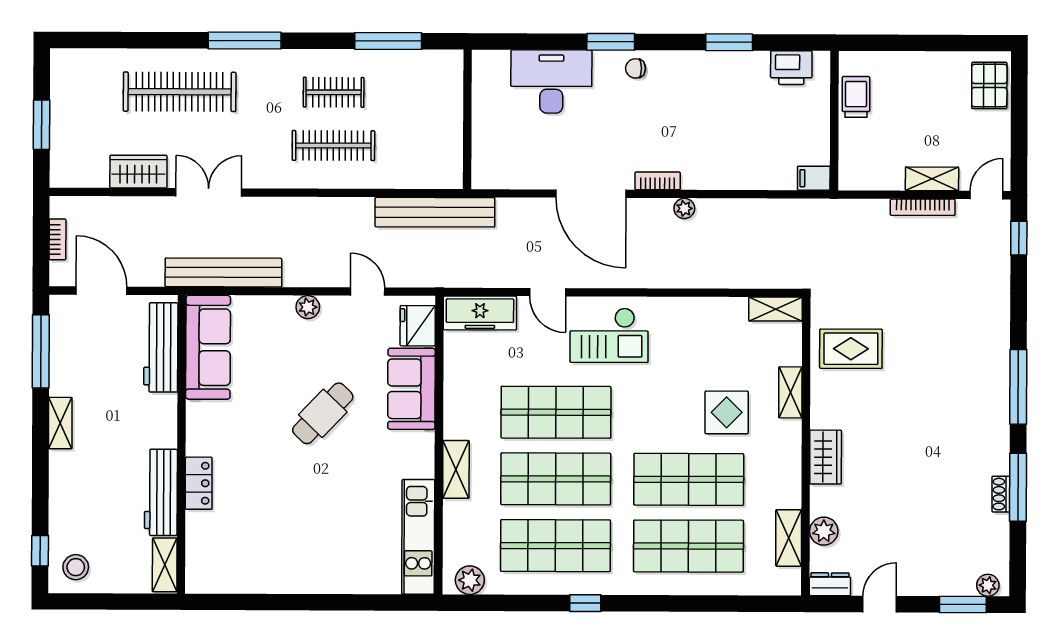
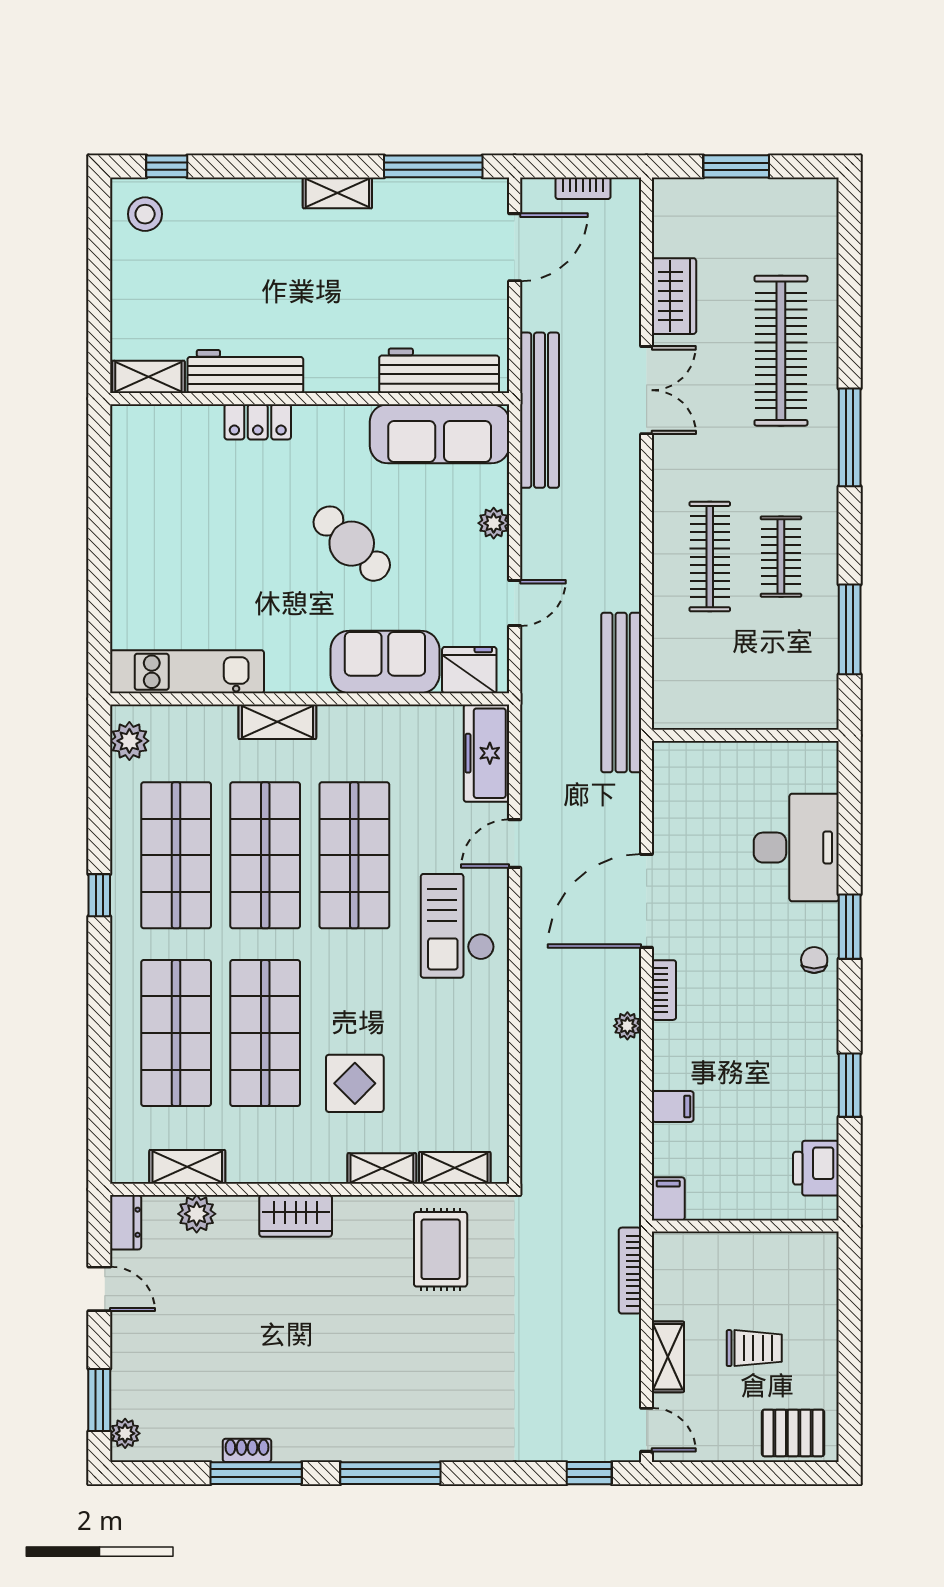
trolley: (856, 97) -> (754, 1348), moved
filing cabinet: (745, 175) -> (673, 1106), added
bookcase: (923, 207) -> (630, 1271), moved
shelving: (776, 309) -> (455, 1168), moved, turned 90
workbench: (161, 347) -> (439, 371), moved
sofa: (208, 347) -> (440, 434), moved
wall: (181, 444) -> (310, 399), moved
locker: (199, 483) -> (258, 422), moved
workbench: (161, 492) -> (245, 372), moved
shelving: (165, 565) -> (148, 377), moved

